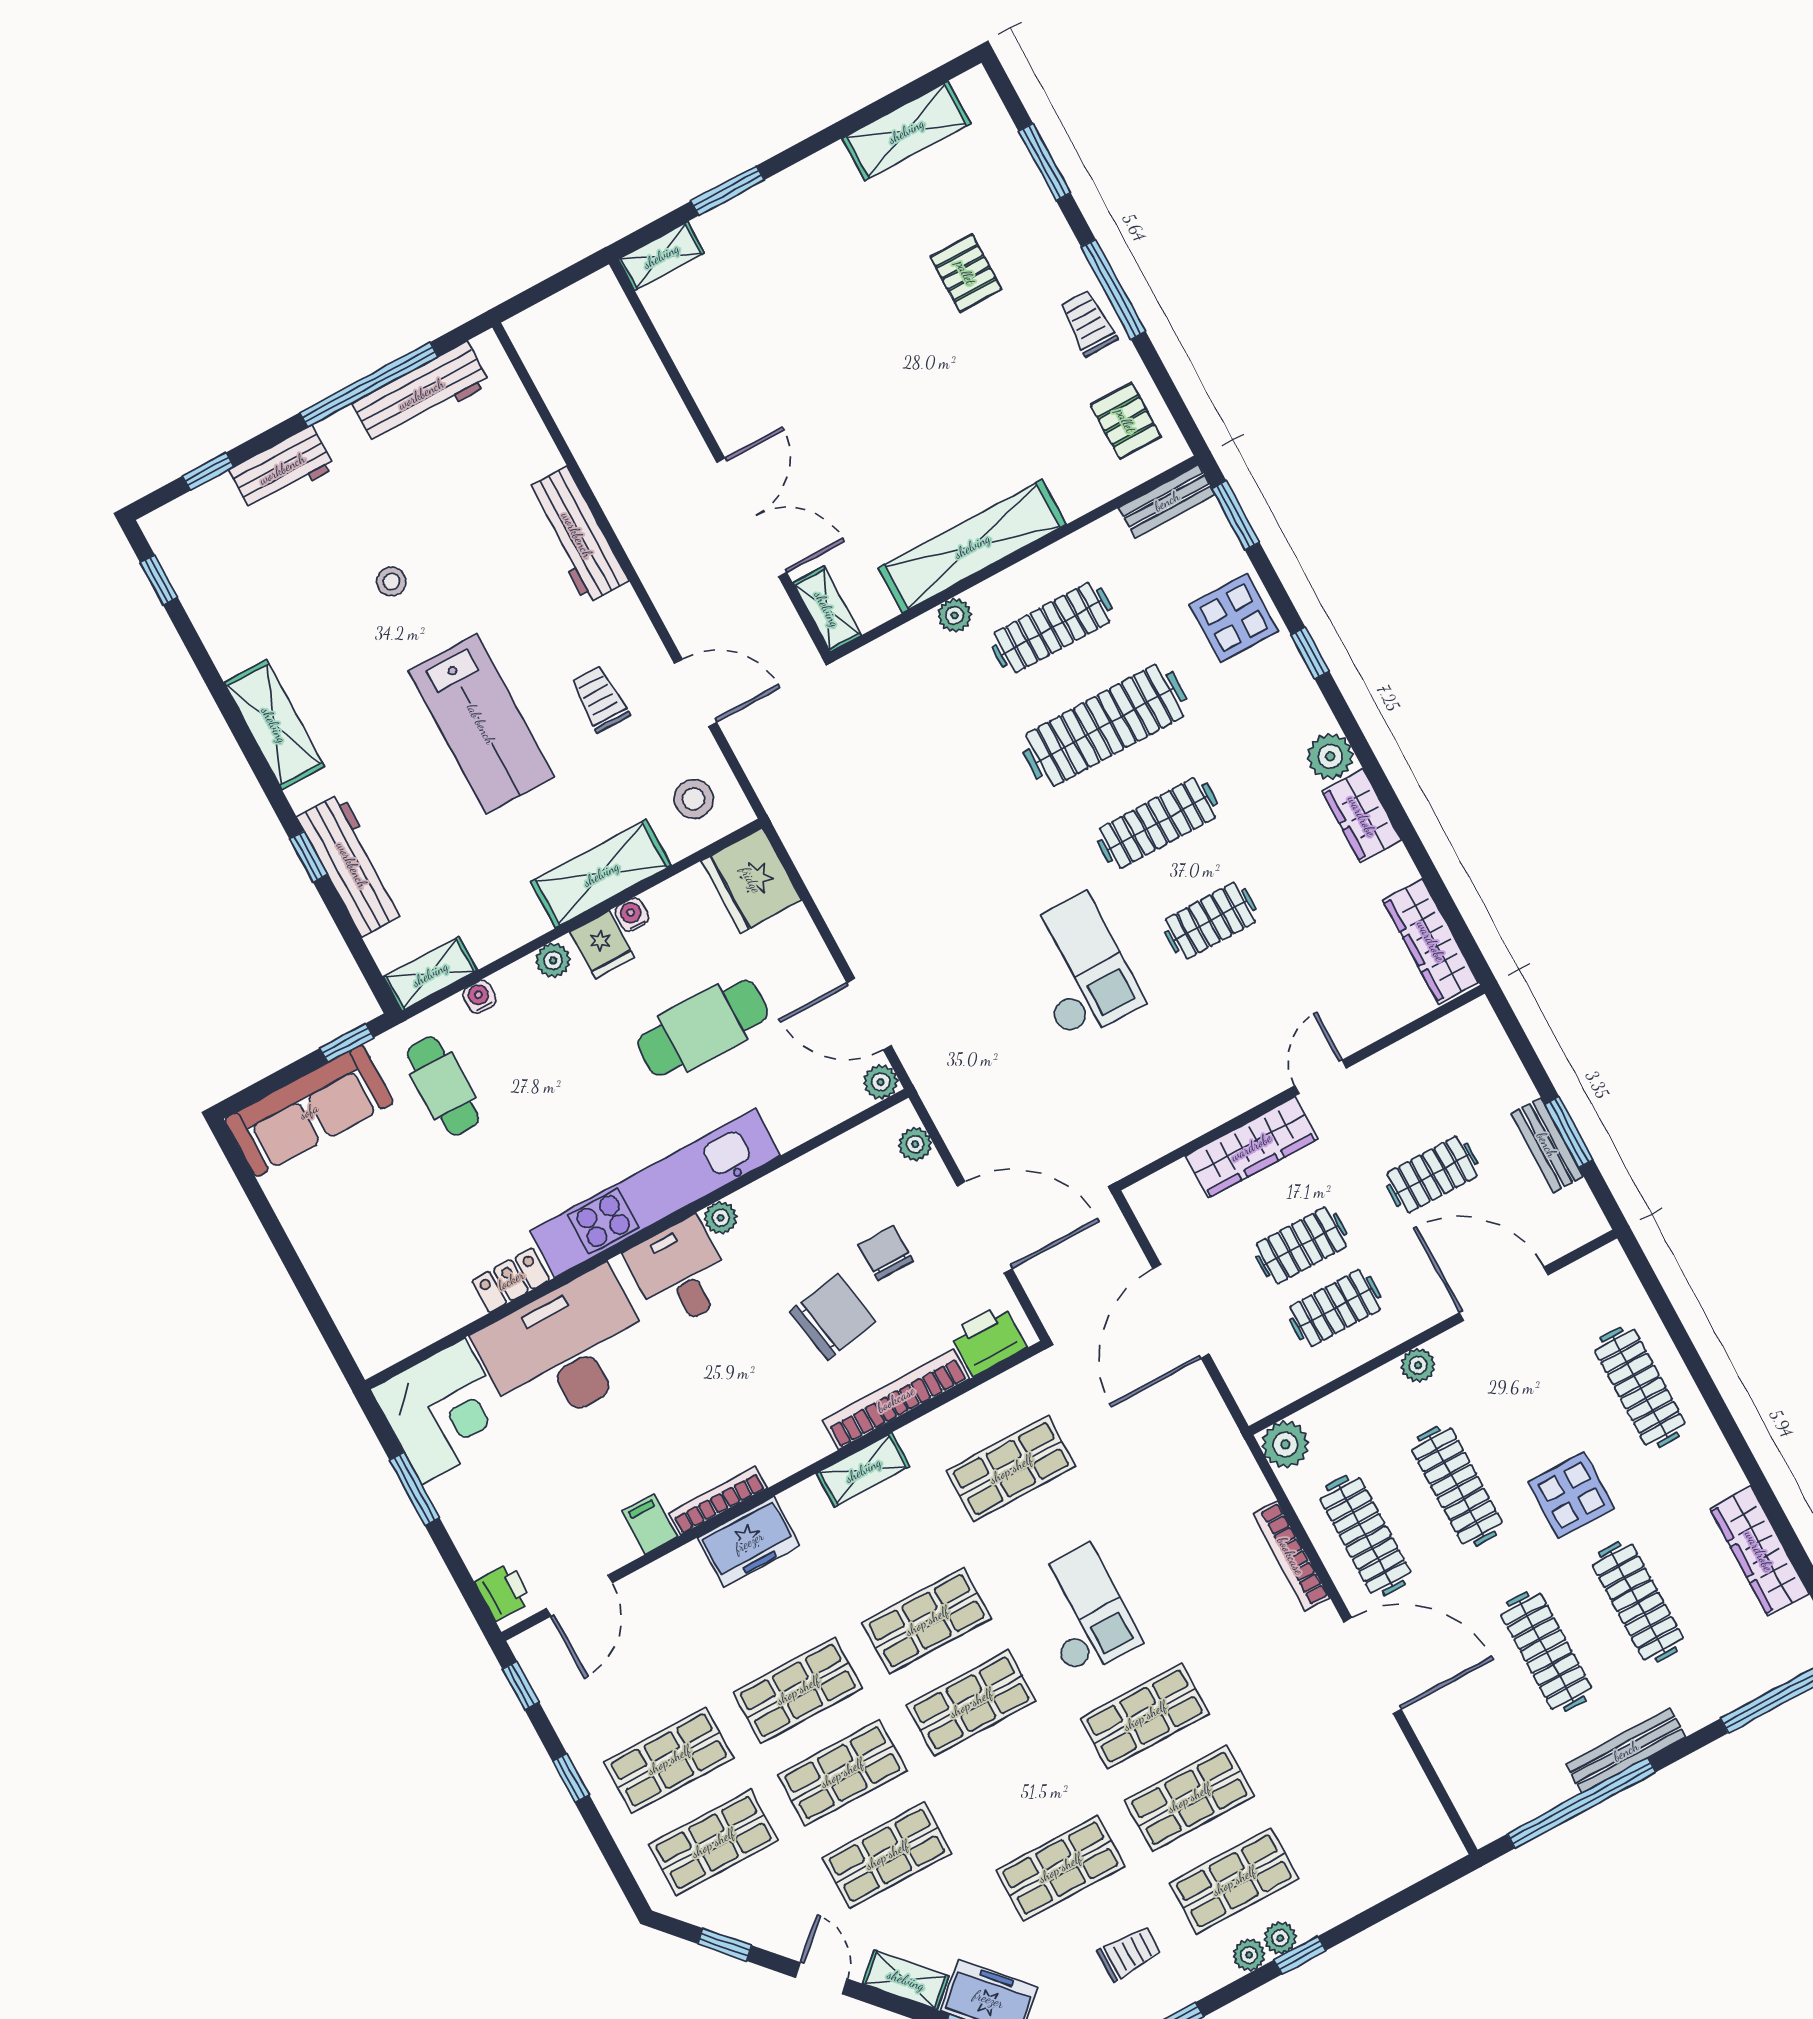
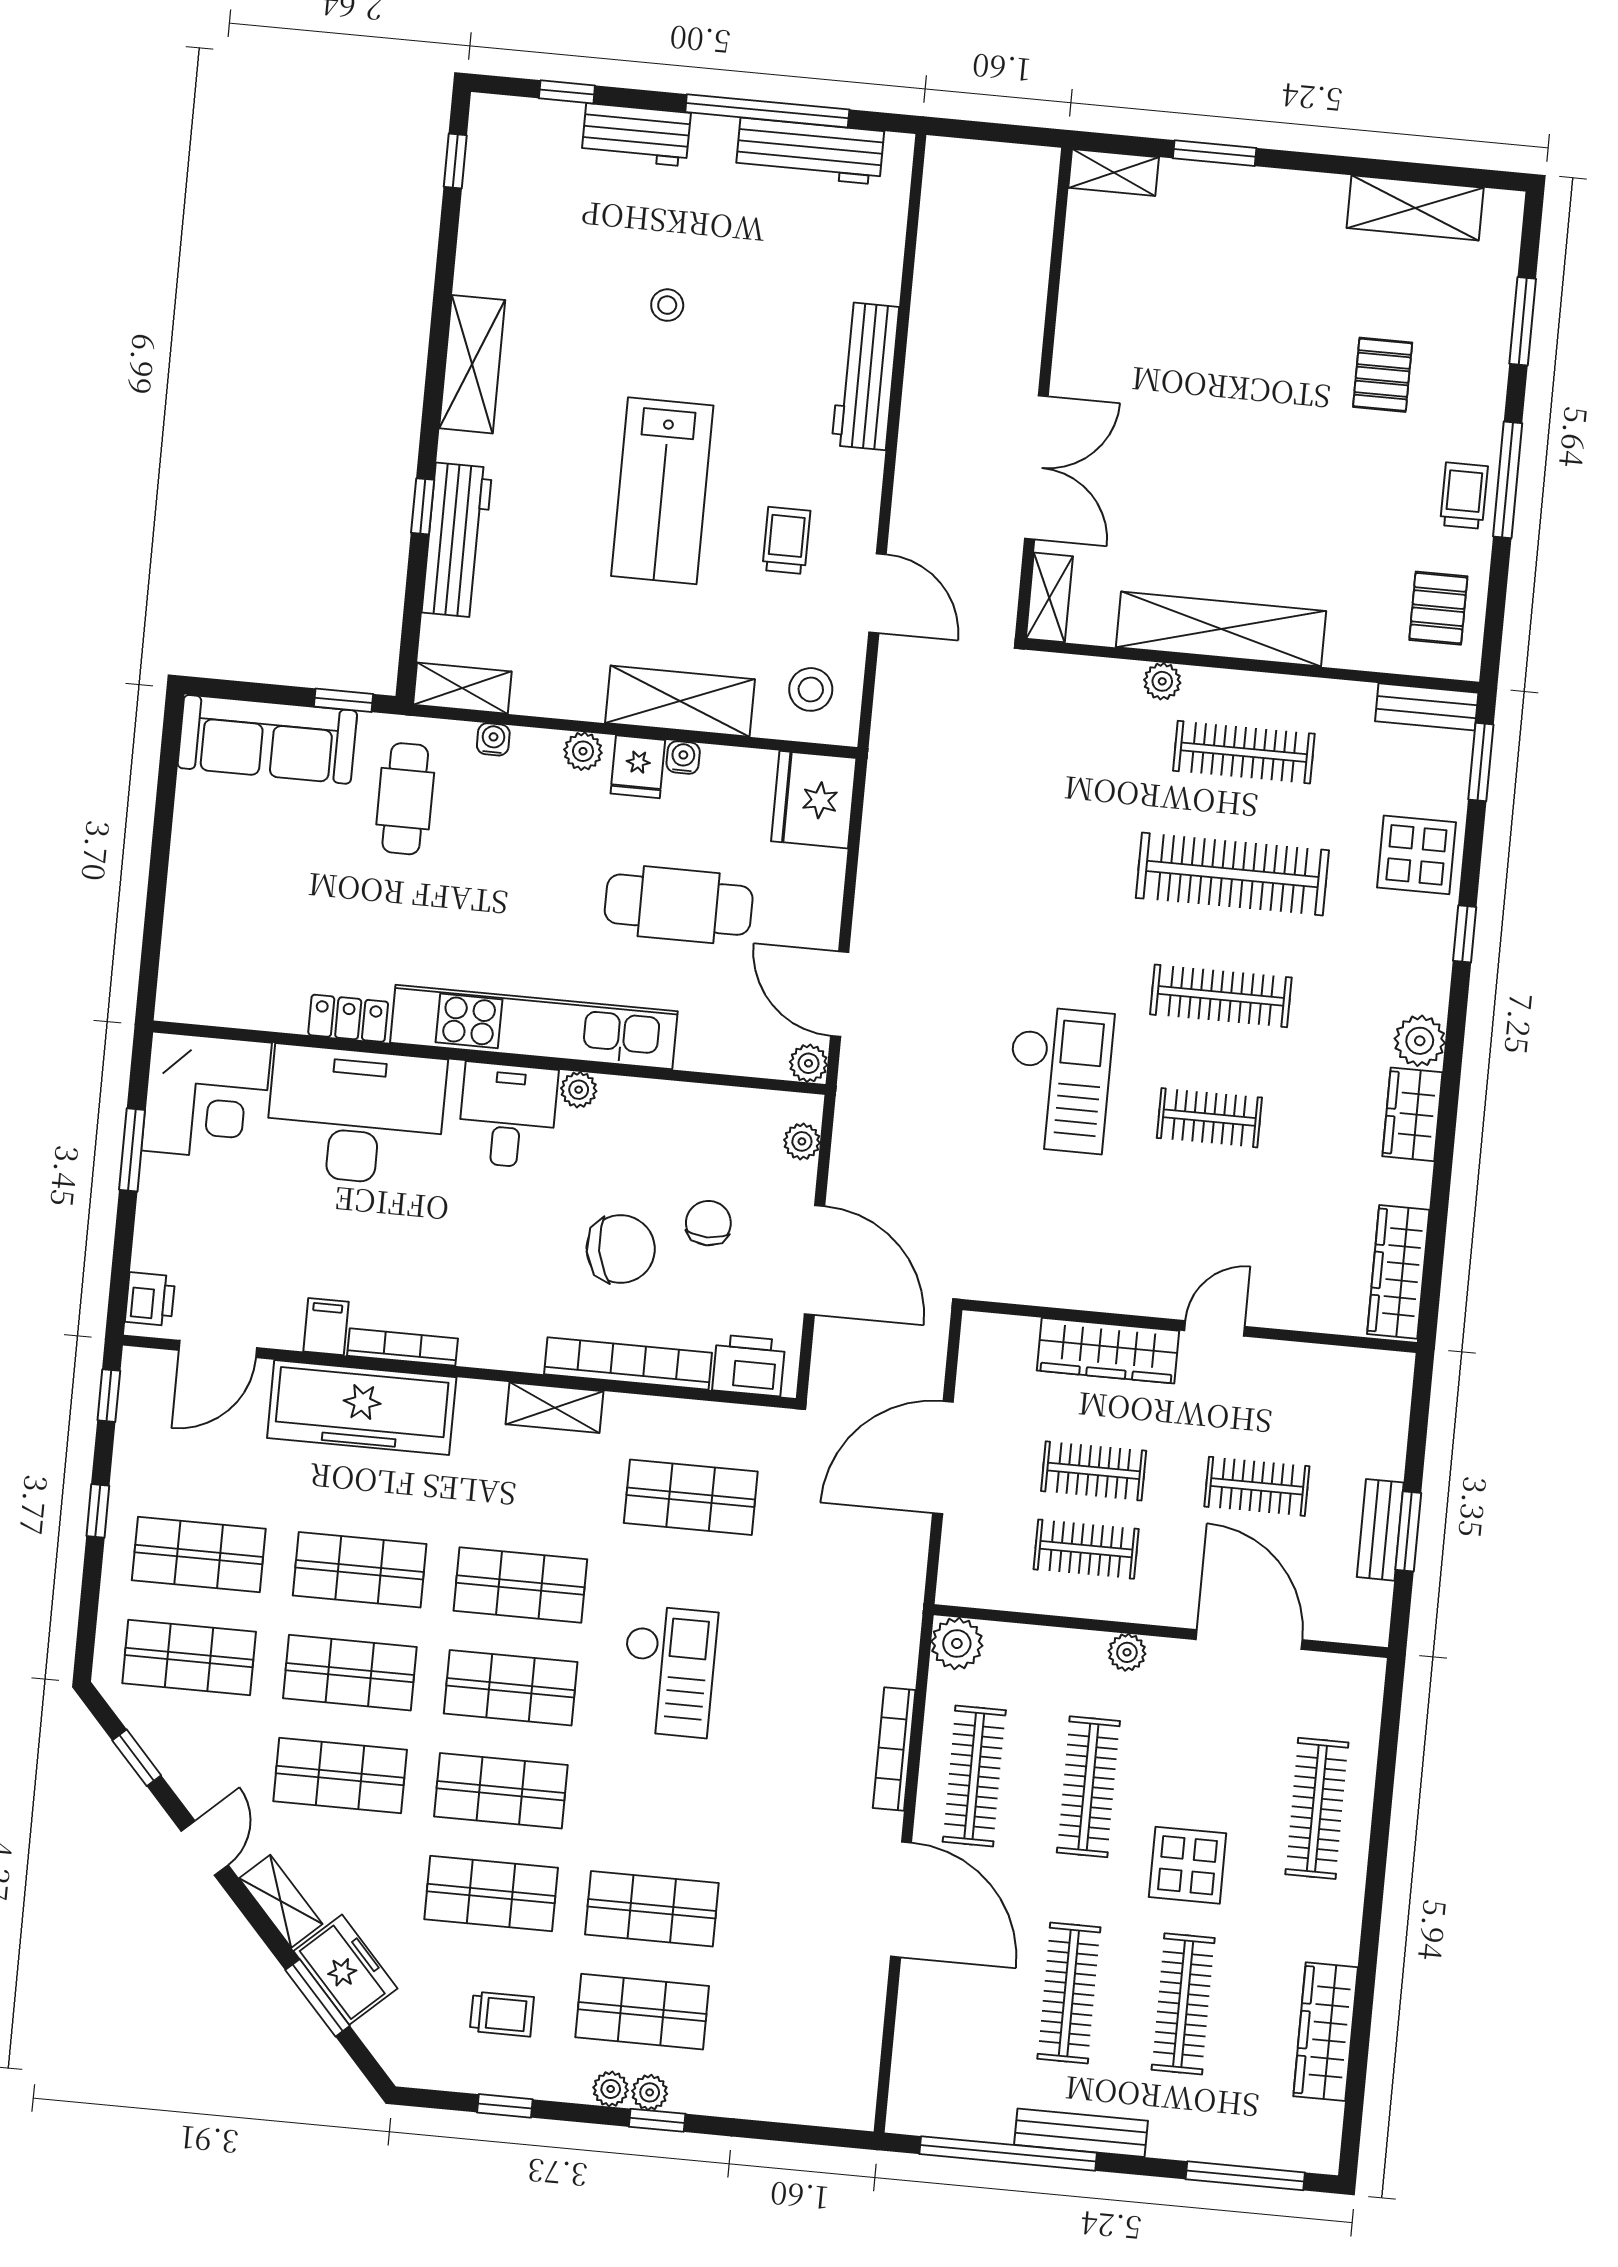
freezer: (749, 1542) -> (362, 1408), width x1.91, depth x1.26
shop shelf: (1145, 1716) -> (501, 1791), moved

